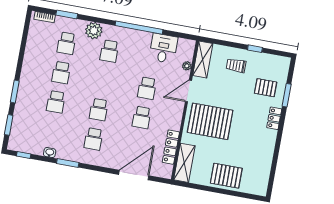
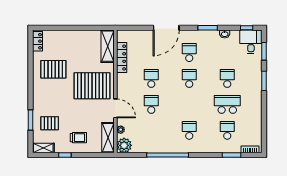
plant: (94, 31) -> (124, 145), moved
desk: (163, 48) -> (251, 42), moved, turned 180
shelving: (278, 61) -> (43, 148), added
school desk: (61, 73) -> (227, 104), width x1.85
door: (188, 91) -> (115, 108), hinge flipped
locker: (274, 118) -> (37, 41), moved
door: (134, 175) -> (166, 28), moved
pallet: (226, 176) -> (53, 69), moved

